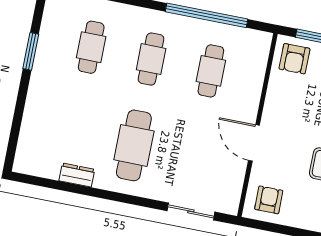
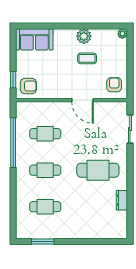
window: (31, 51) -> (43, 242), moved
door: (254, 143) -> (82, 100), hinge flipped
armchair: (269, 200) -> (114, 85), turned 90

